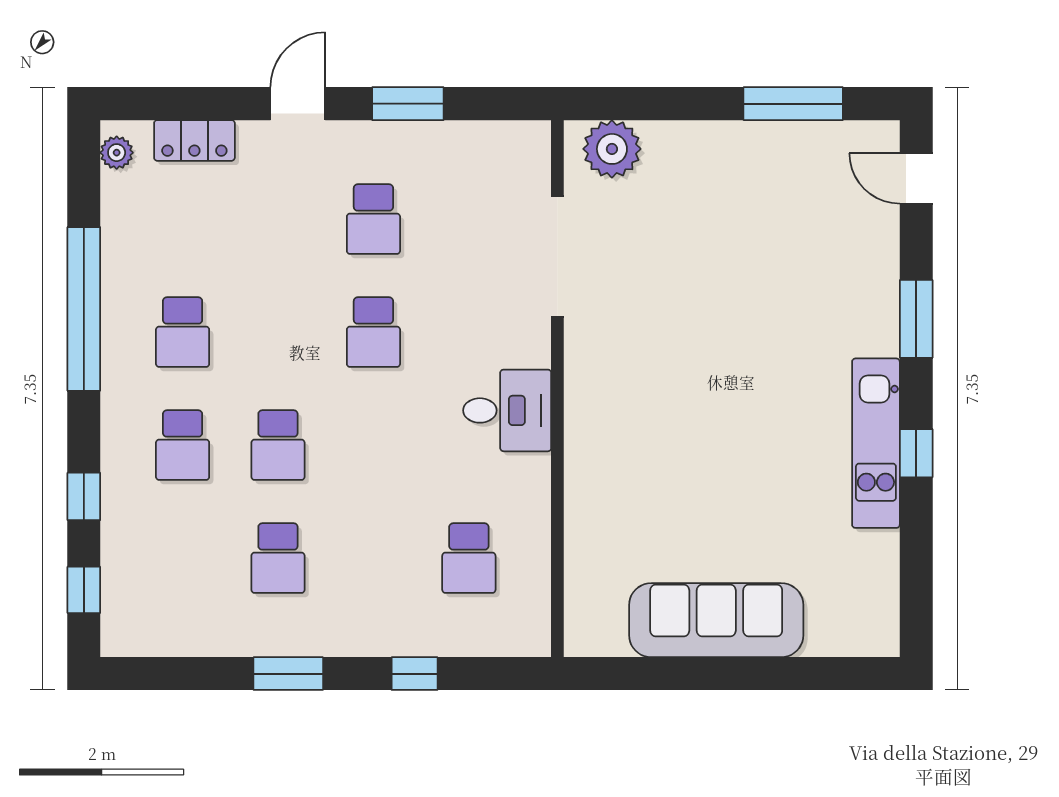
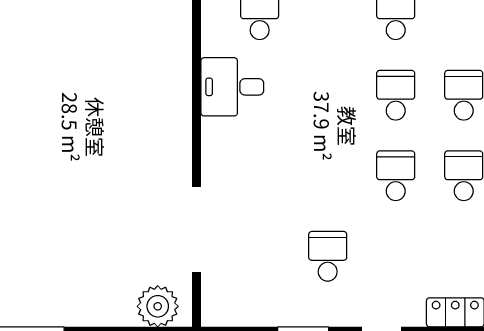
school desk: (373, 332) -> (396, 176), moved
desk: (507, 410) -> (232, 87), moved

